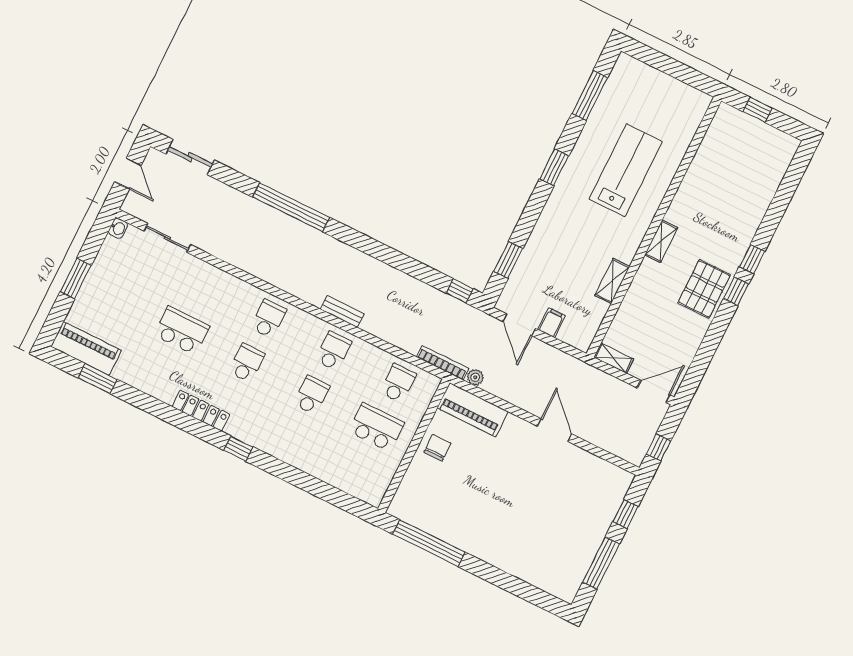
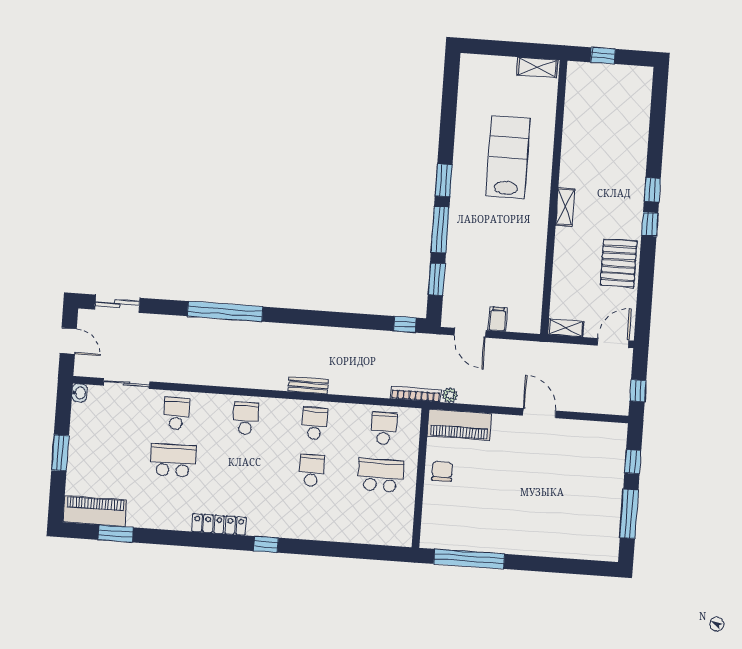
window: (590, 95) -> (440, 230), moved
shelving: (612, 281) -> (537, 67), moved, turned 90
pallet: (704, 289) -> (619, 263), moved
school desk: (247, 363) -> (176, 414), moved

